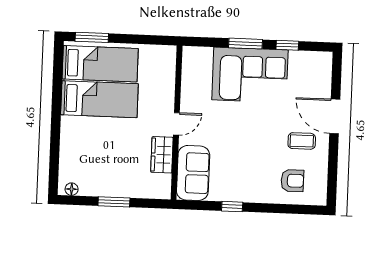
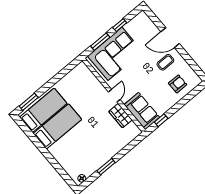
wall: (177, 123) -> (114, 95), moved
door: (176, 124) -> (114, 96), moved
wardrobe: (162, 155) -> (120, 116), moved
sofa: (193, 173) -> (142, 111), moved

